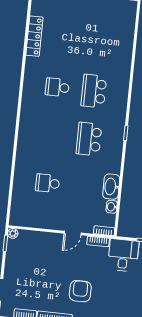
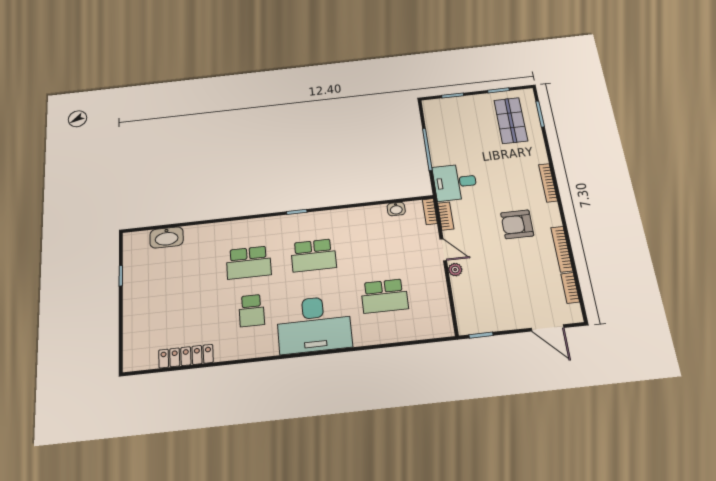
desk: (38, 130) -> (314, 324), added
school desk: (48, 183) -> (384, 296), width x1.85
washbasin: (111, 187) -> (167, 237), moved
plant: (13, 233) -> (455, 270), moved

